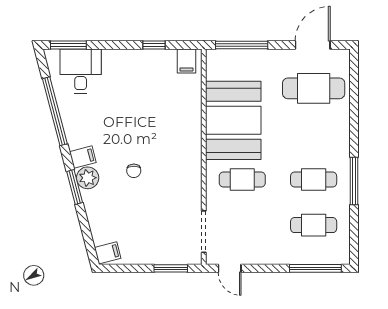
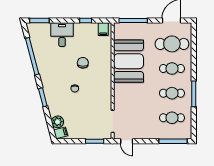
desk: (81, 71) -> (62, 35), moved
chair: (149, 123) -> (83, 63), added
filing cabinet: (83, 157) -> (47, 81), removed
plant: (88, 178) -> (58, 122), moved
cafe table: (242, 179) -> (172, 69), moved

